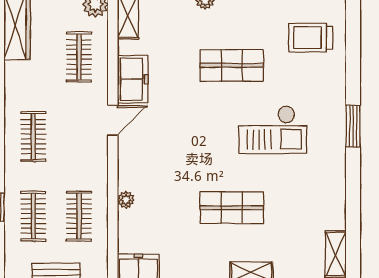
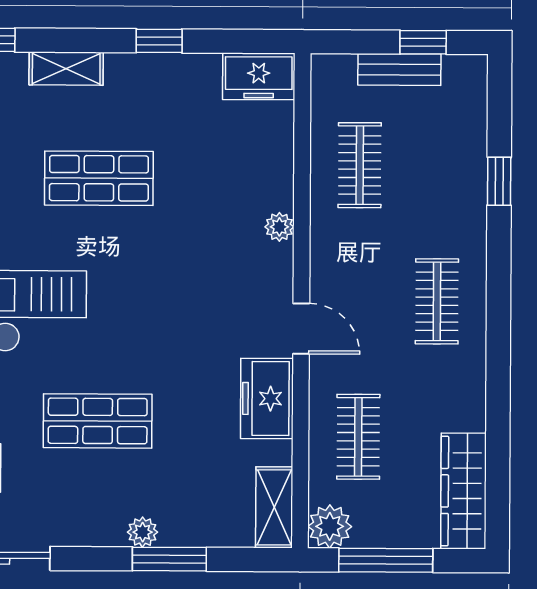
door: (113, 120) -> (301, 329), swing flipped
plant: (126, 200) -> (279, 227), moved
clothes rail: (33, 216) -> (438, 166), removed

